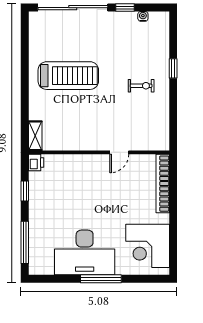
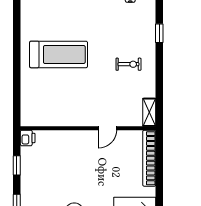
window: (173, 68) -> (159, 33), moved
shelving: (35, 136) -> (149, 112), moved

